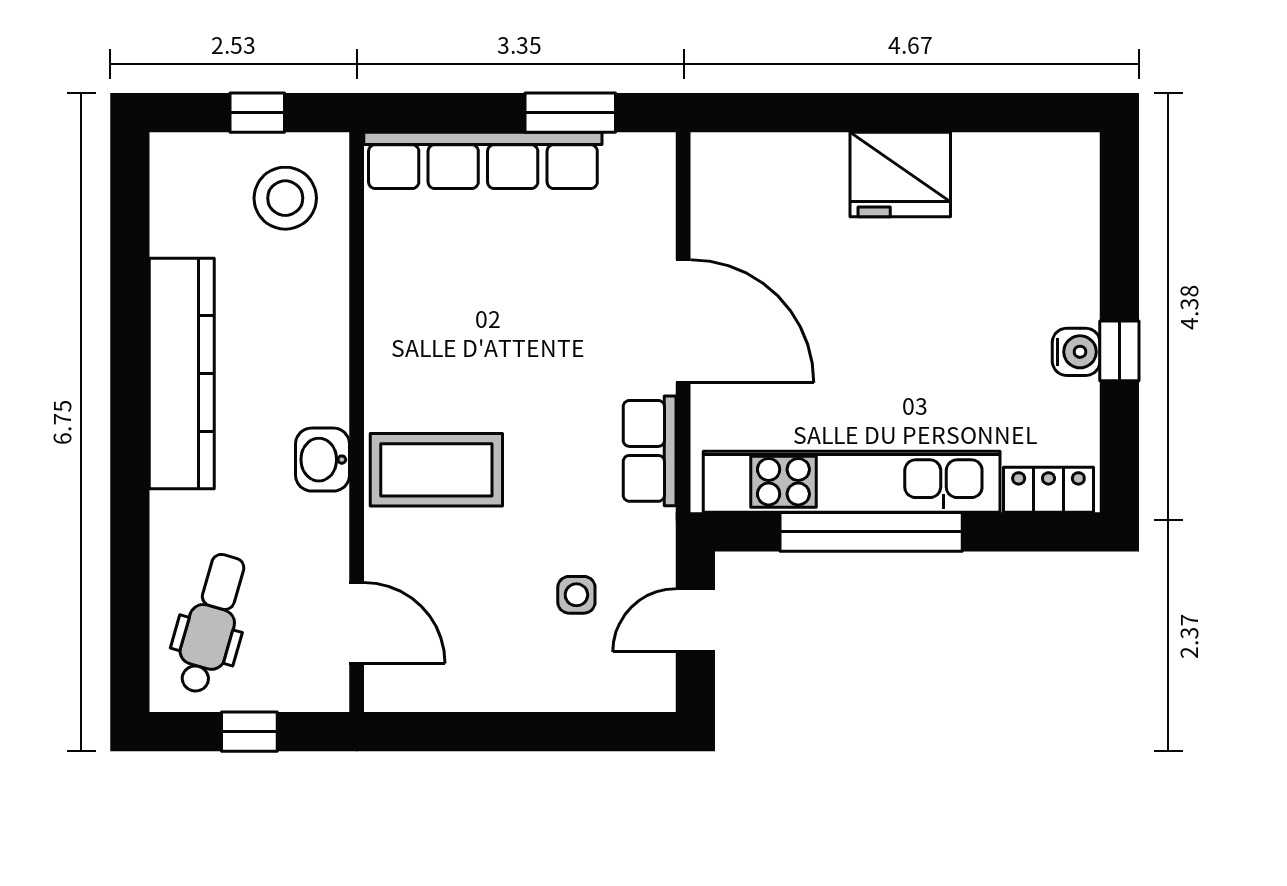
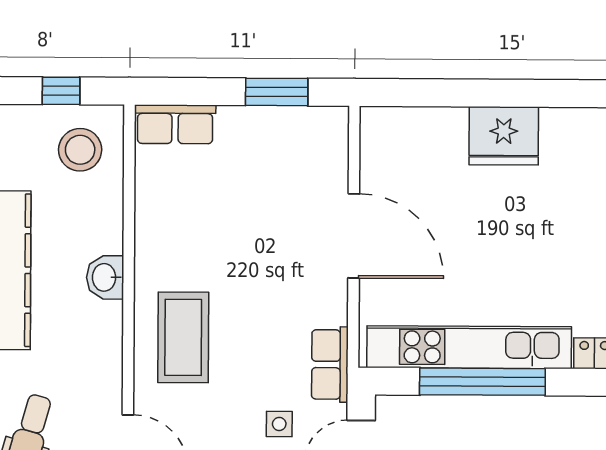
row of seats: (483, 160) -> (175, 124), width x0.50
row of seats: (650, 451) -> (330, 364), moved
washbasin: (323, 460) -> (105, 277), moved
coffee table: (436, 470) -> (183, 337), turned 90

